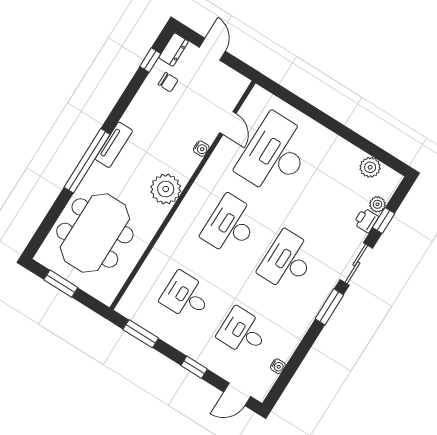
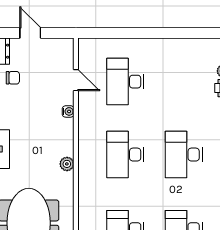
desk: (275, 154) -> (125, 82), width x0.73, depth x0.77
plant: (370, 167) -> (201, 47), removed
plant: (166, 189) -> (67, 164), width x0.53, depth x0.53

